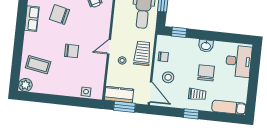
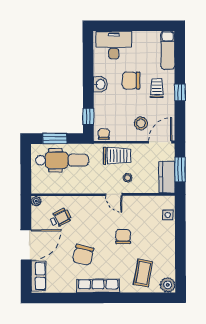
row of seats: (32, 19) -> (98, 286), width x1.48
trolley: (142, 53) -> (117, 156), turned 180
chair: (163, 57) -> (104, 134), moved

